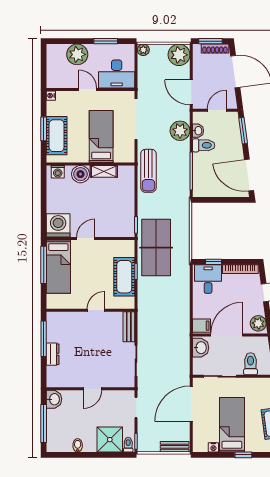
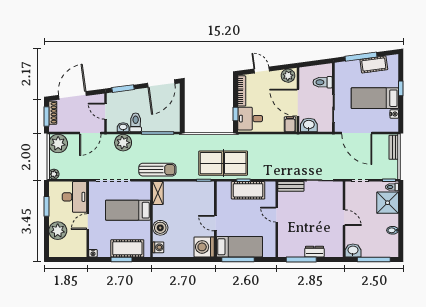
shelving: (104, 171) -> (158, 193), moved

